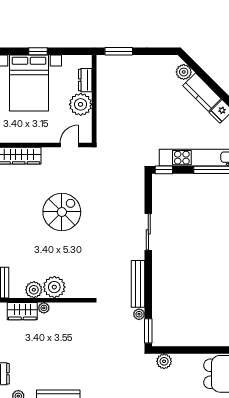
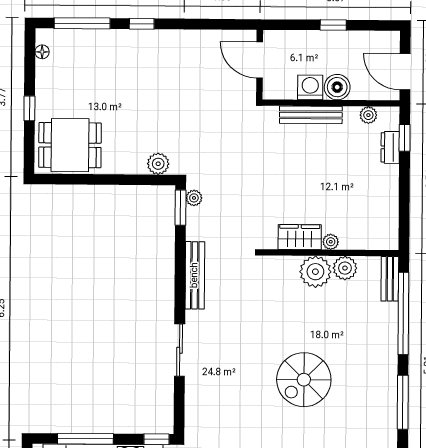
wardrobe: (22, 311) -> (300, 237), moved
plant: (139, 314) -> (194, 198), moved

